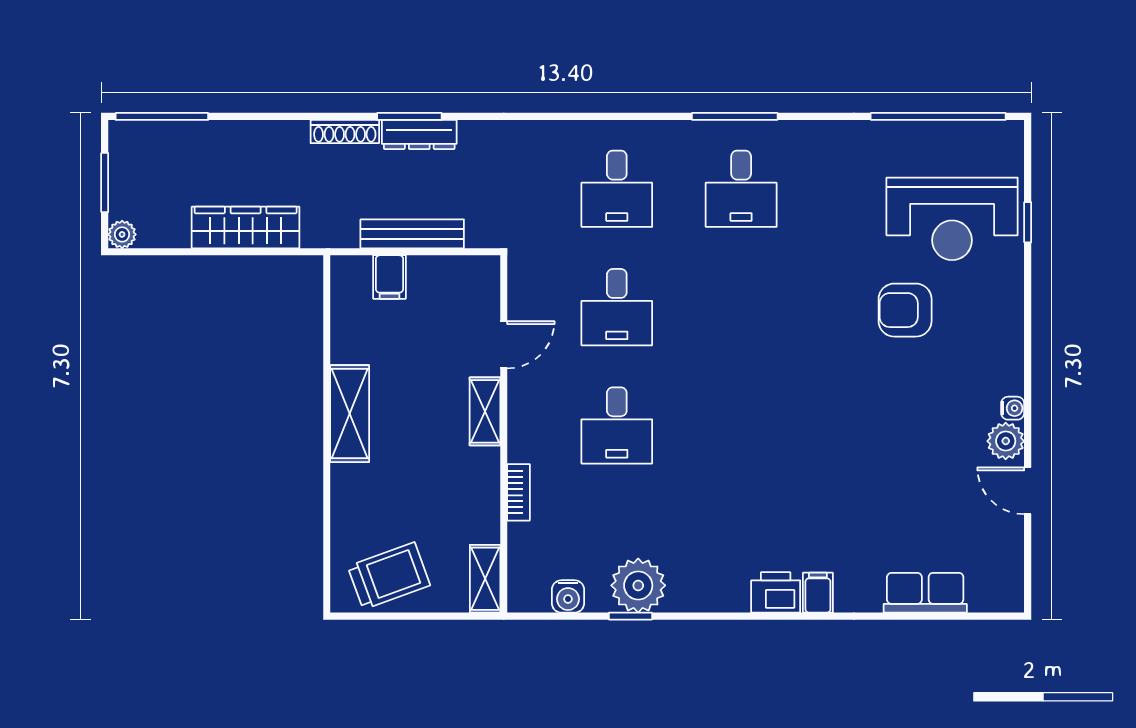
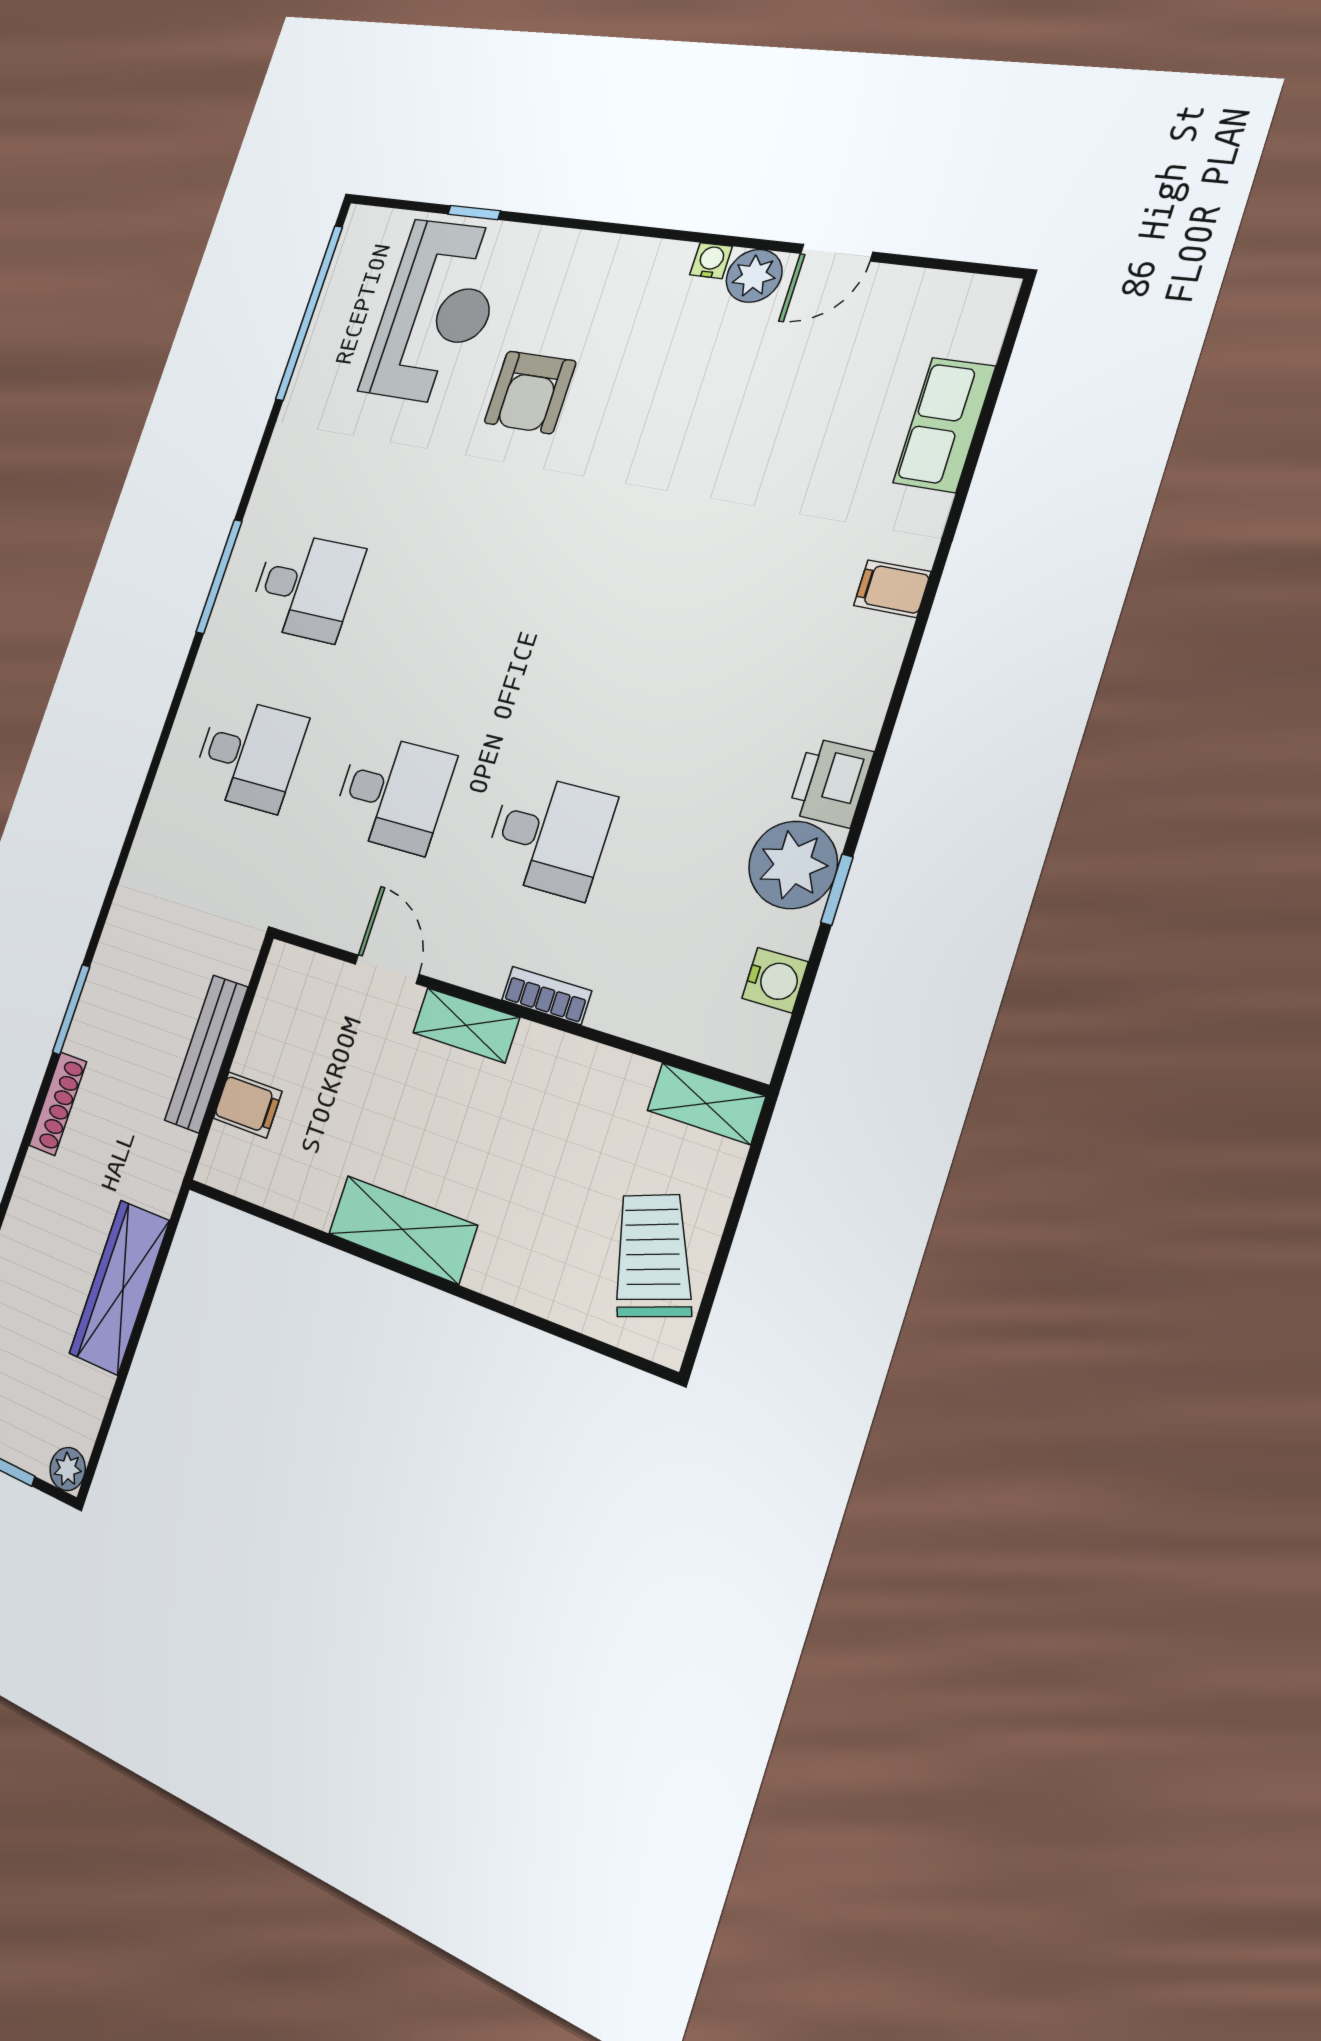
dresser: (419, 135) -> (96, 1003), removed
bookcase: (518, 492) -> (546, 995), moved
printer: (776, 592) -> (830, 783), moved

